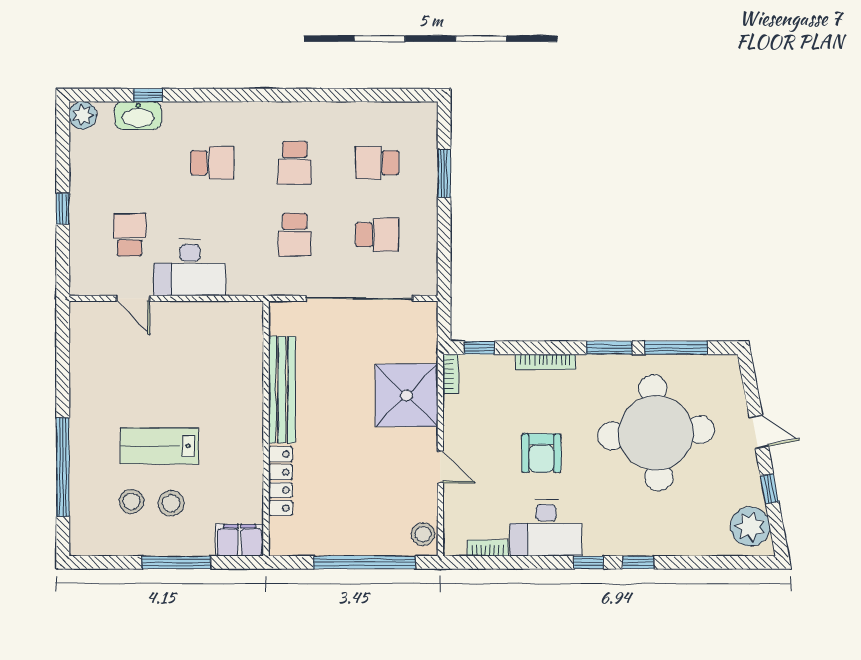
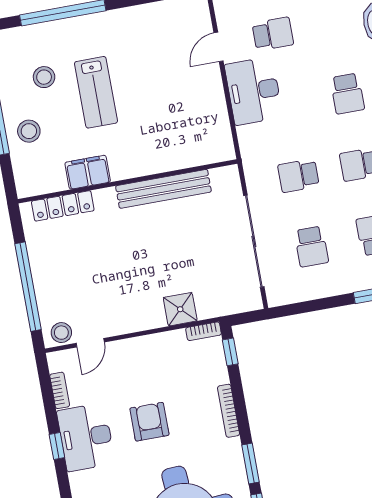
shower: (407, 395) -> (180, 309), width x0.54, depth x0.54
lab bench: (159, 446) -> (96, 92), turned 180
armchair: (542, 453) -> (149, 422), turned 90
door: (440, 467) -> (90, 343), moved
locker: (280, 481) -> (63, 206), moved
stool: (171, 503) -> (29, 131), moved
filing cabinet: (240, 540) -> (88, 172), moved, turned -90
window: (589, 562) -> (57, 446), moved

